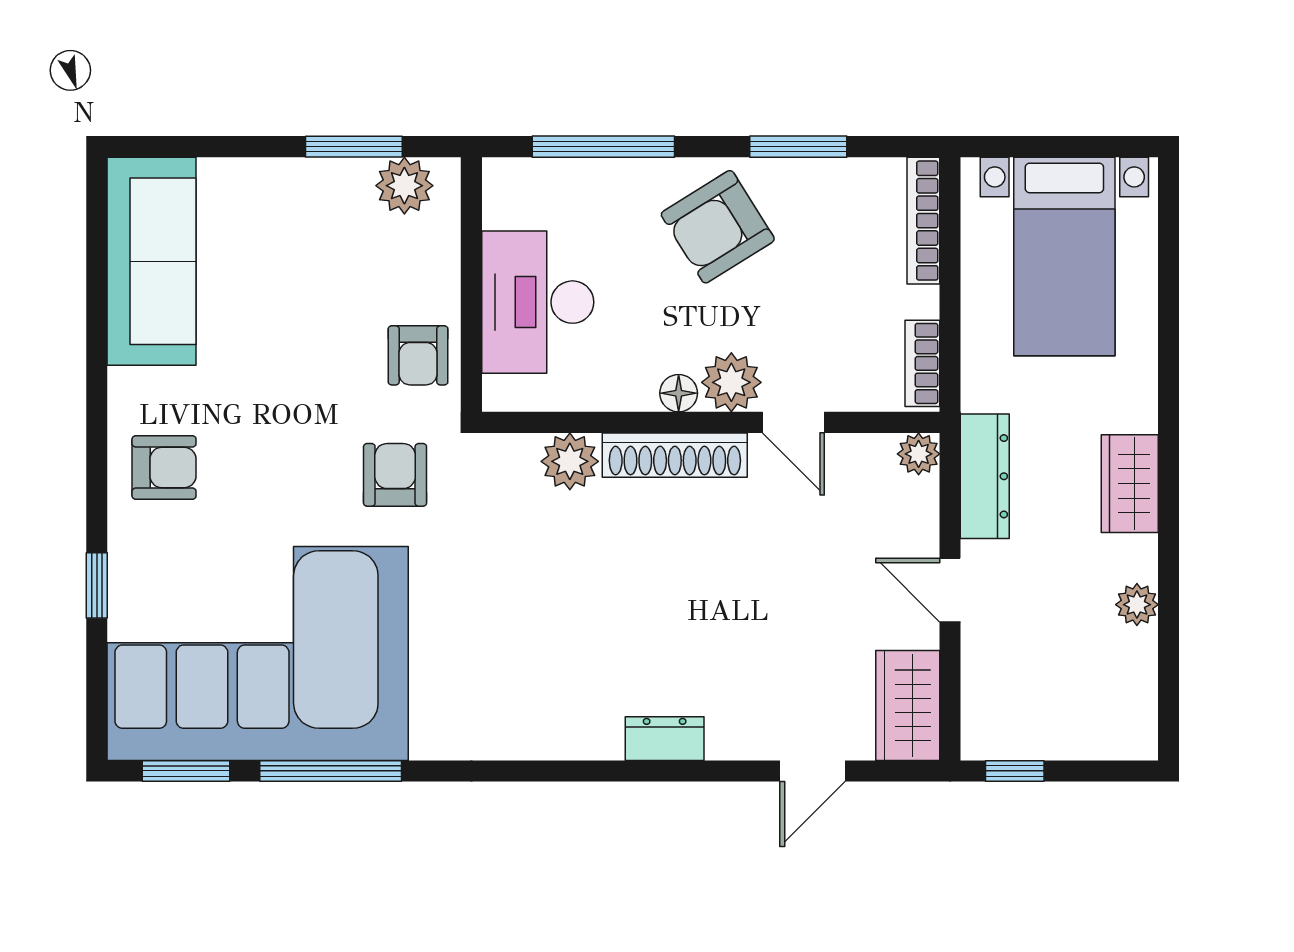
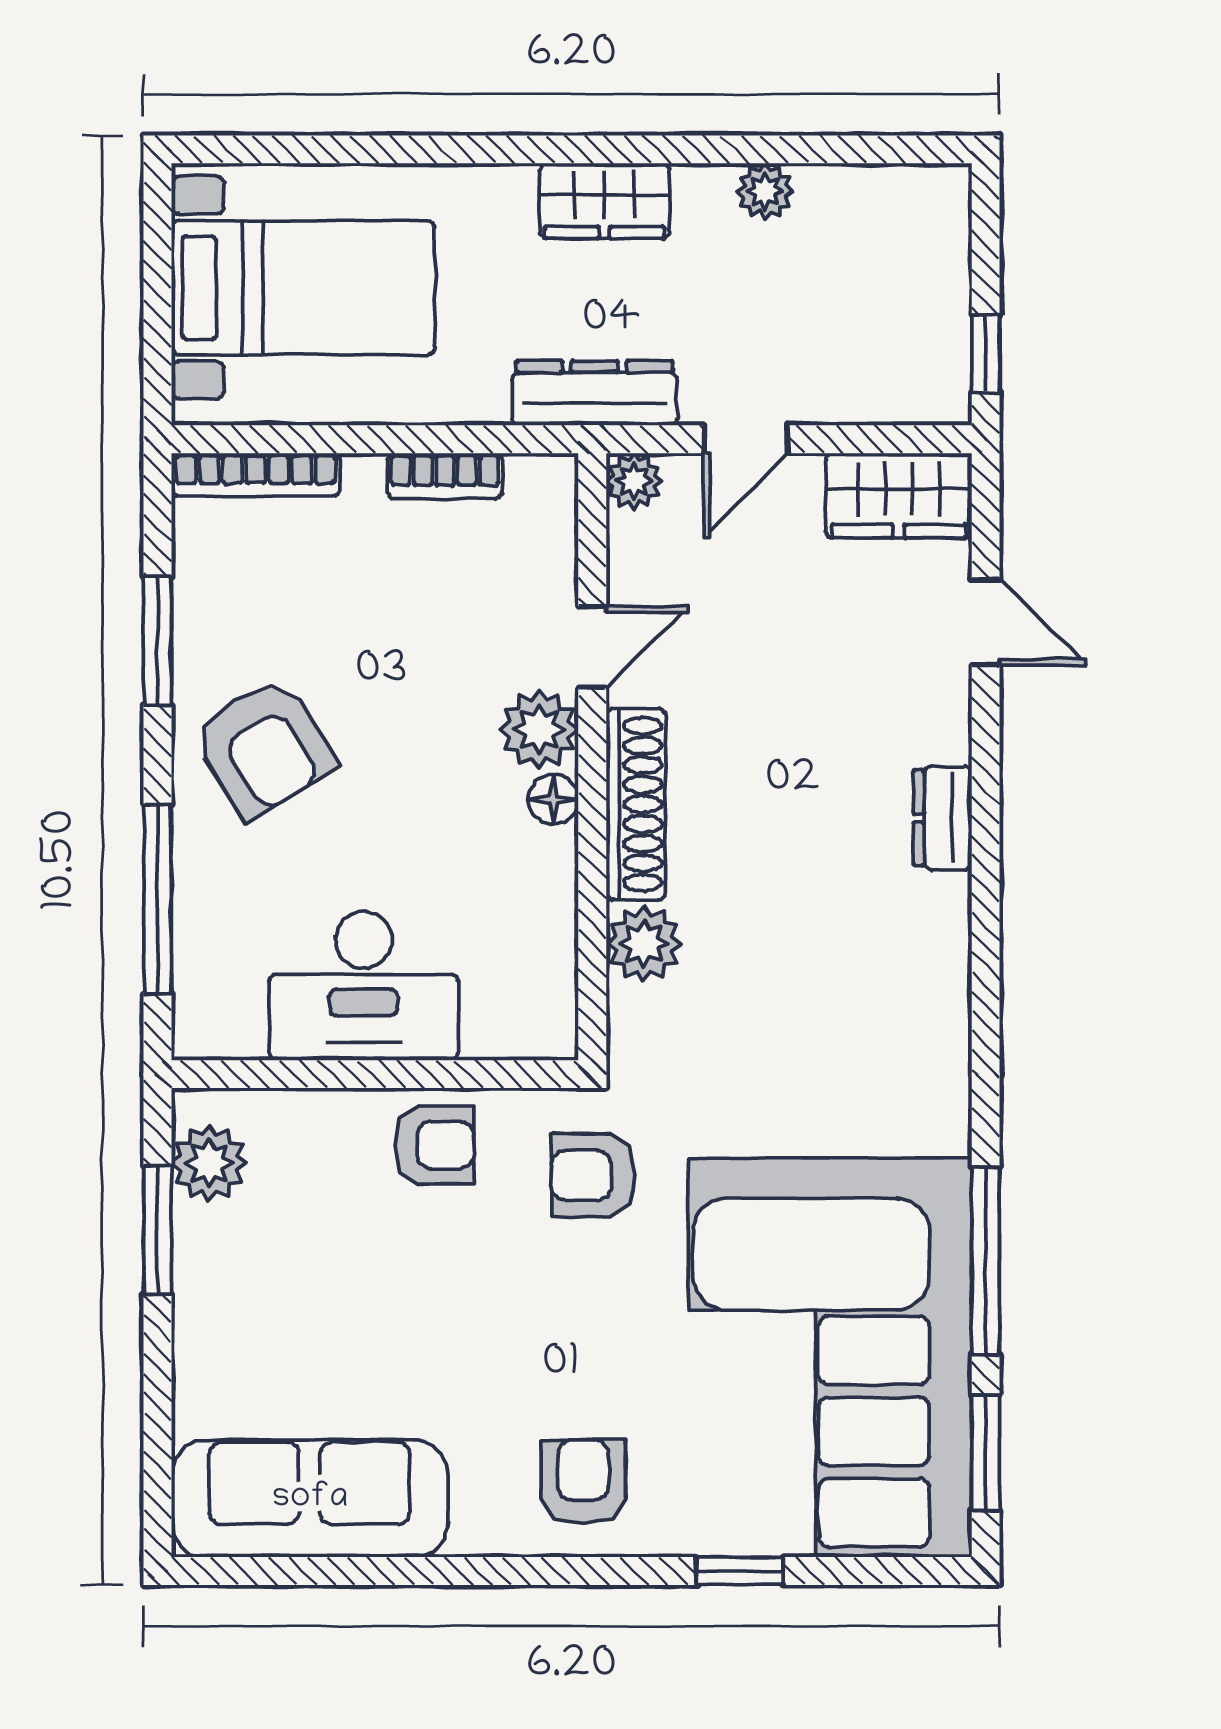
plant: (731, 382) -> (539, 729), moved
floor lamp: (679, 393) -> (554, 799), moved
wall: (711, 422) -> (592, 757), moved
door: (793, 422) -> (592, 647), moved
plant: (919, 454) -> (634, 481), moved
shoe rack: (675, 455) -> (636, 804), moved
plant: (570, 461) -> (644, 944), moved

